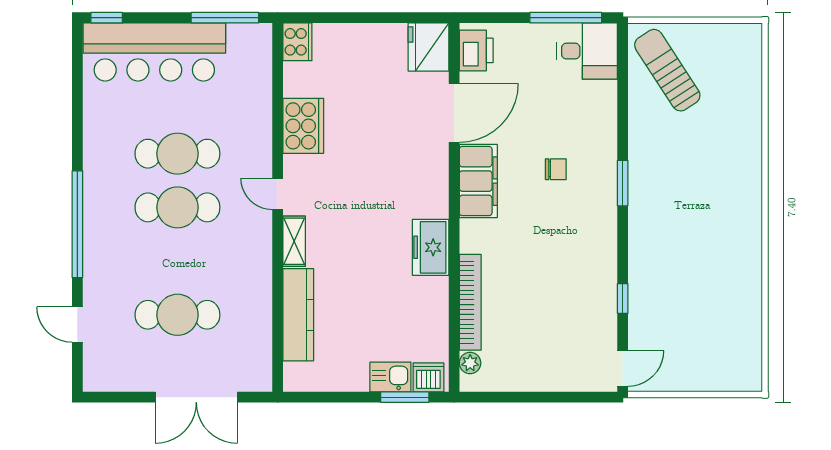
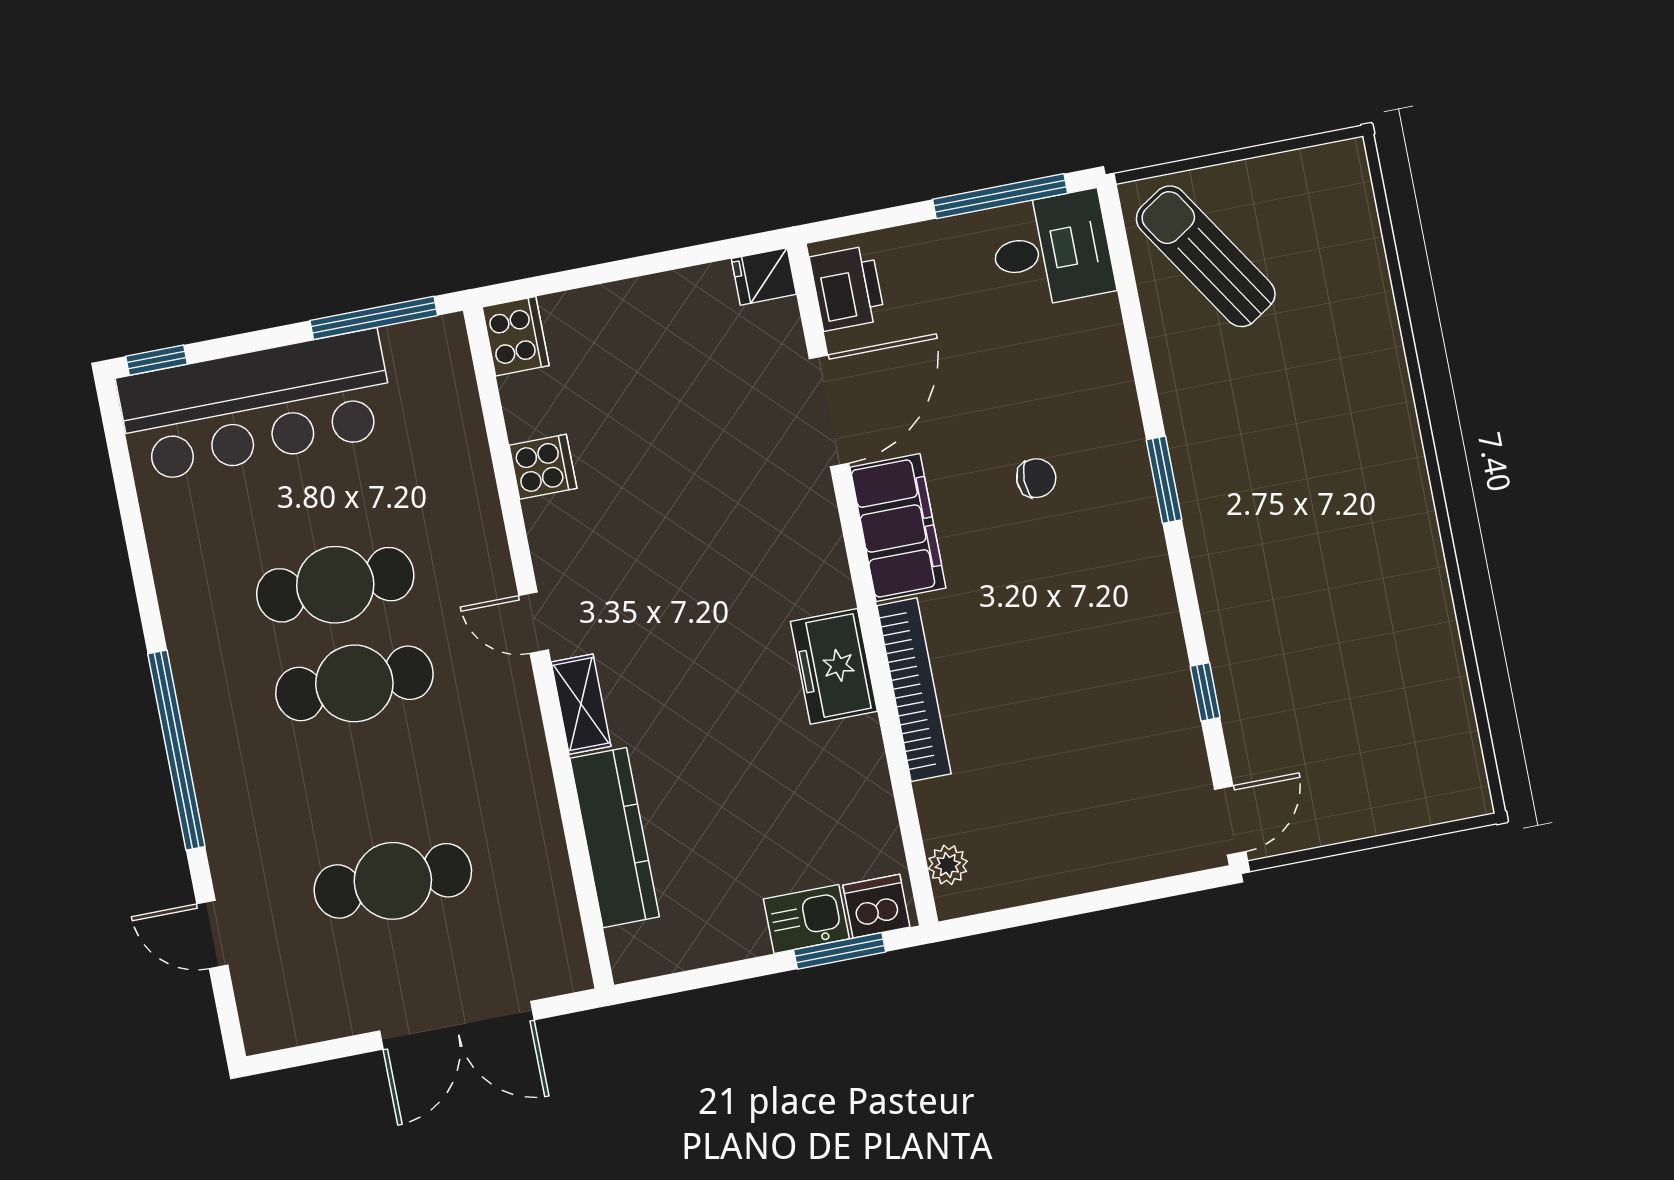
fridge: (428, 47) -> (764, 276), width x0.53, depth x0.75
cooker: (303, 126) -> (543, 467), width x0.53, depth x0.76
bookcase: (470, 302) -> (914, 690), moved

